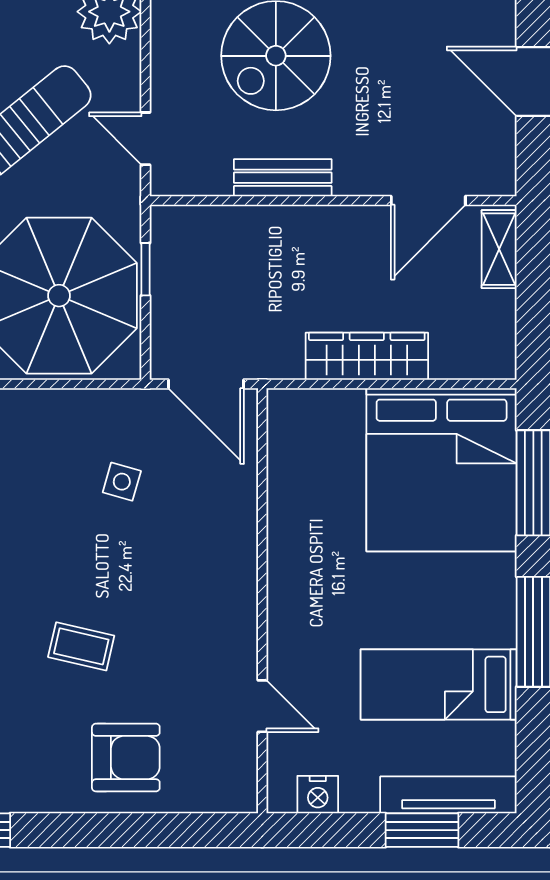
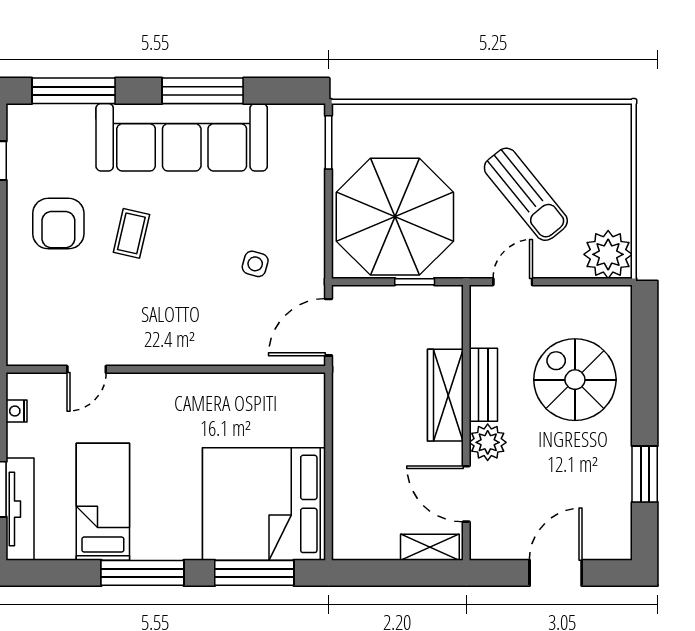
plant: (359, 172) -> (488, 442), added
wardrobe: (367, 356) -> (445, 395), moved, turned 180
armchair: (126, 758) -> (58, 224), moved
nightstand: (318, 795) -> (16, 411), width x0.72, depth x0.74

